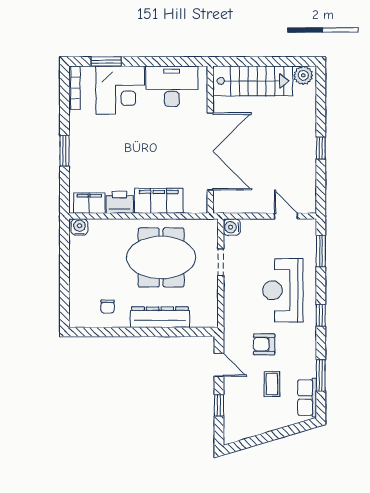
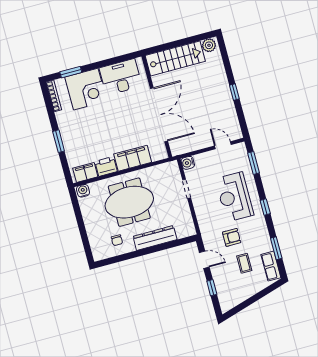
meeting table: (161, 257) -> (129, 202), moved
armchair: (264, 344) -> (232, 237), turned 180

